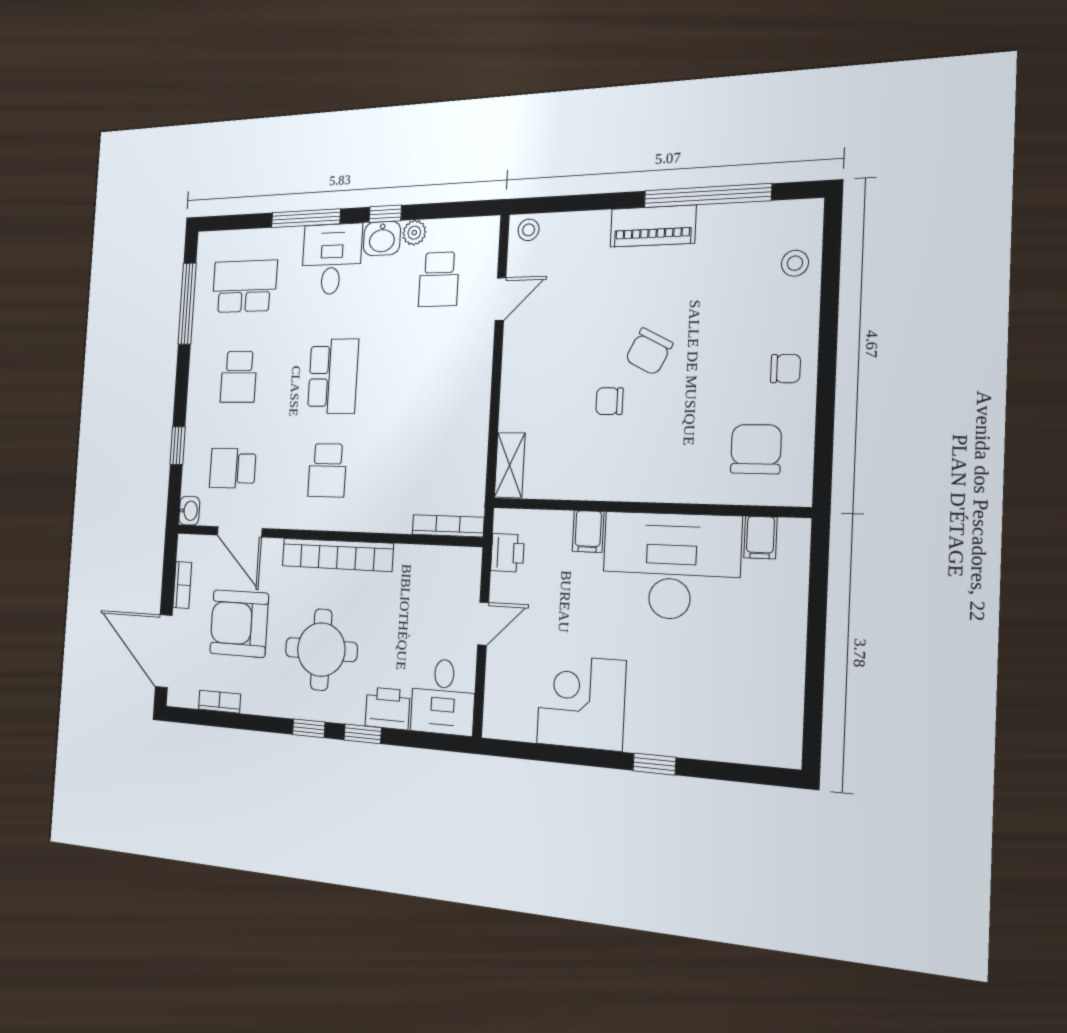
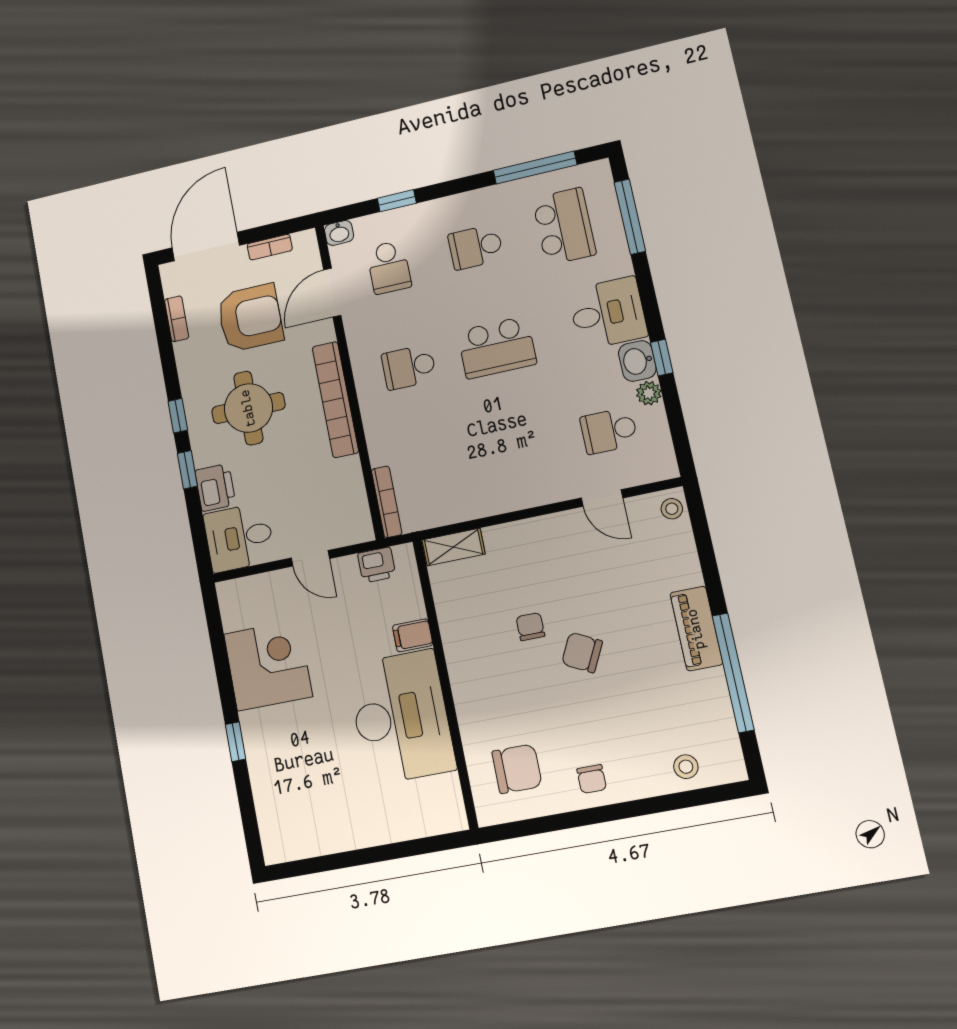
window: (306, 218) -> (630, 217), moved
school desk: (233, 468) -> (389, 267), turned 180
filing cabinet: (760, 537) -> (443, 789), removed
armchair: (239, 624) -> (250, 318), turned 90

